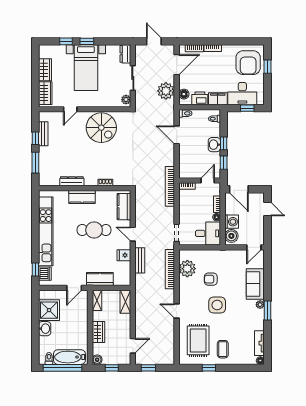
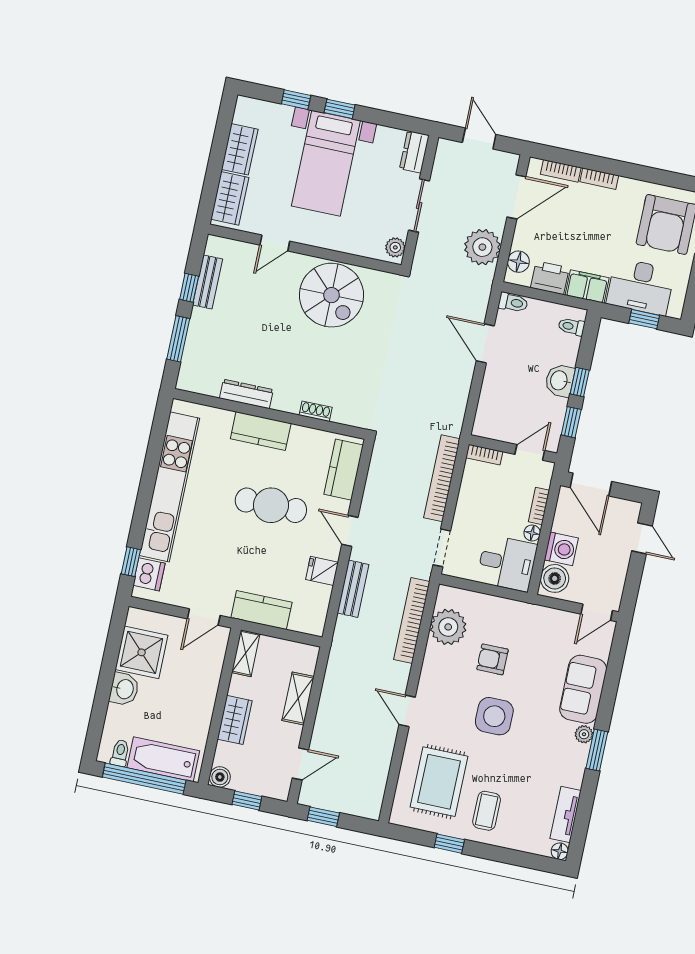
bookcase: (170, 186) -> (442, 478), moved
shelving: (125, 302) -> (298, 698), moved

